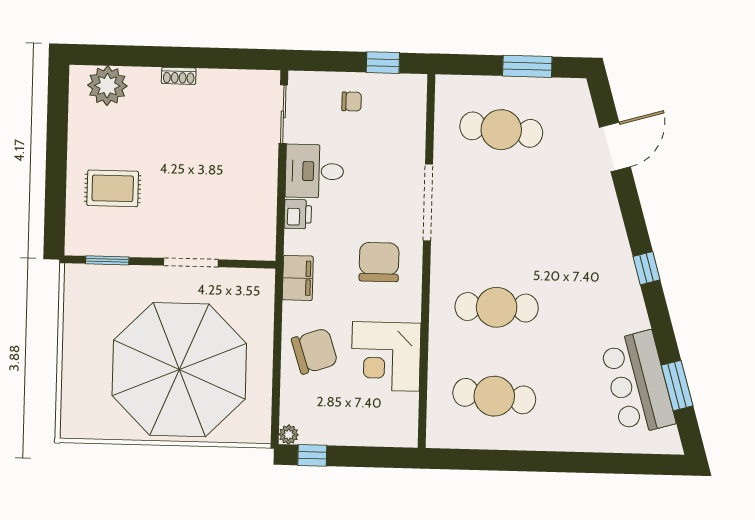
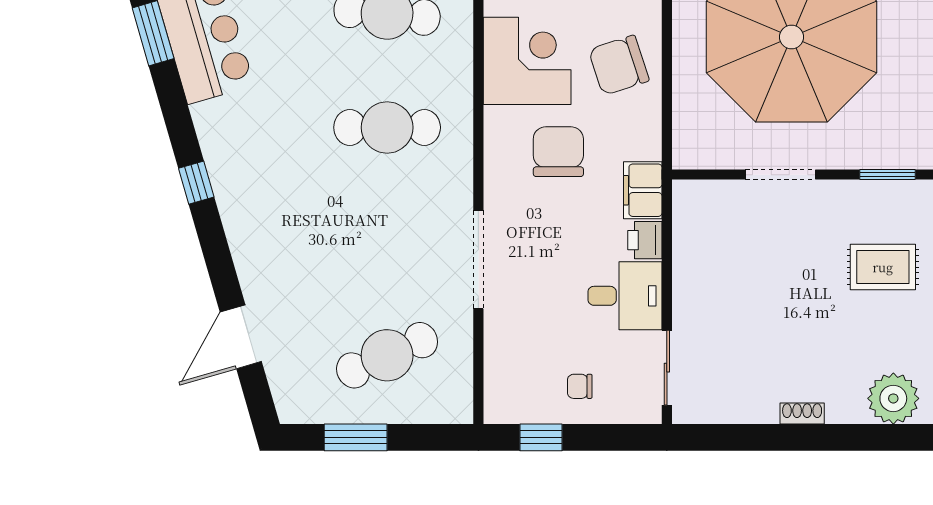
cafe table: (501, 130) -> (387, 355), turned -30
chair: (379, 262) -> (558, 152), moved, turned 180
filing cabinet: (298, 278) -> (643, 190), moved

